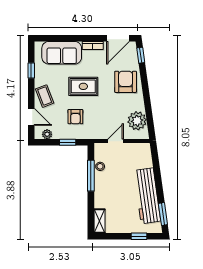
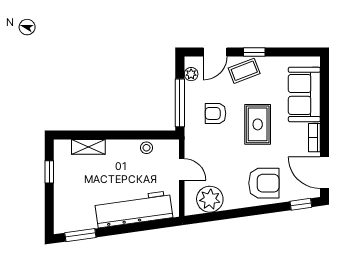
window: (31, 71) -> (254, 52), moved
window: (68, 142) -> (180, 103), width x2.17
window: (91, 176) -> (134, 135), removed
workbench: (147, 196) -> (134, 209), moved
shelving: (100, 221) -> (88, 147), moved
window: (139, 236) -> (49, 172), moved

